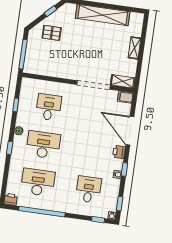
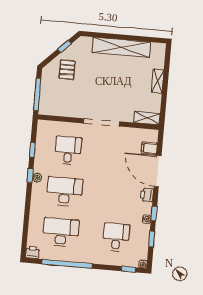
pallet: (52, 33) -> (67, 70), turned 90
doorway: (94, 85) -> (101, 122), moved
filing cabinet: (125, 97) -> (149, 148), moved
window: (10, 148) -> (30, 175), moved
window: (120, 204) -> (152, 239), moved

